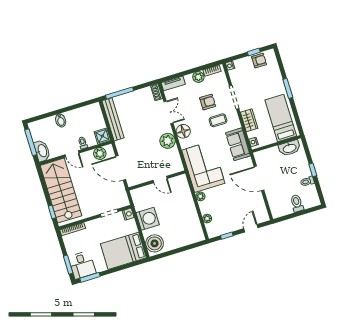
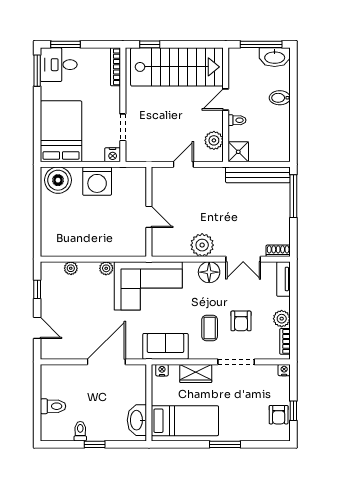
washbasin: (42, 151) -> (275, 57), moved
door: (121, 168) -> (183, 164), width x0.53
door: (160, 179) -> (149, 217), swing flipped

